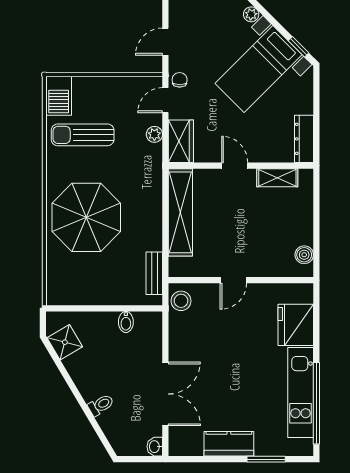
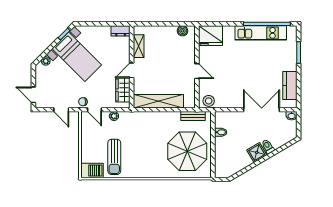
dresser: (304, 139) -> (121, 31), width x0.70
wardrobe: (181, 141) -> (123, 90), moved, turned -90
parasol: (86, 217) -> (187, 151), moved
fridge: (296, 325) -> (210, 36), moved
shower: (65, 342) -> (257, 152), moved
kitchen counter: (229, 444) -> (290, 85), moved

